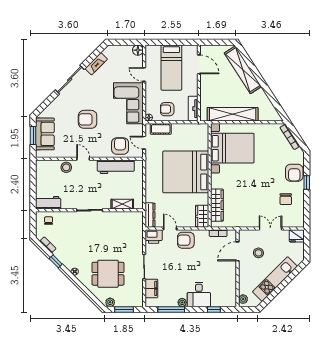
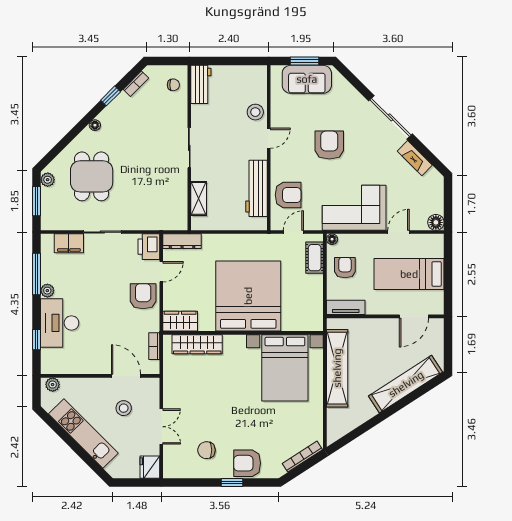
desk: (199, 294) -> (60, 323), width x1.37

